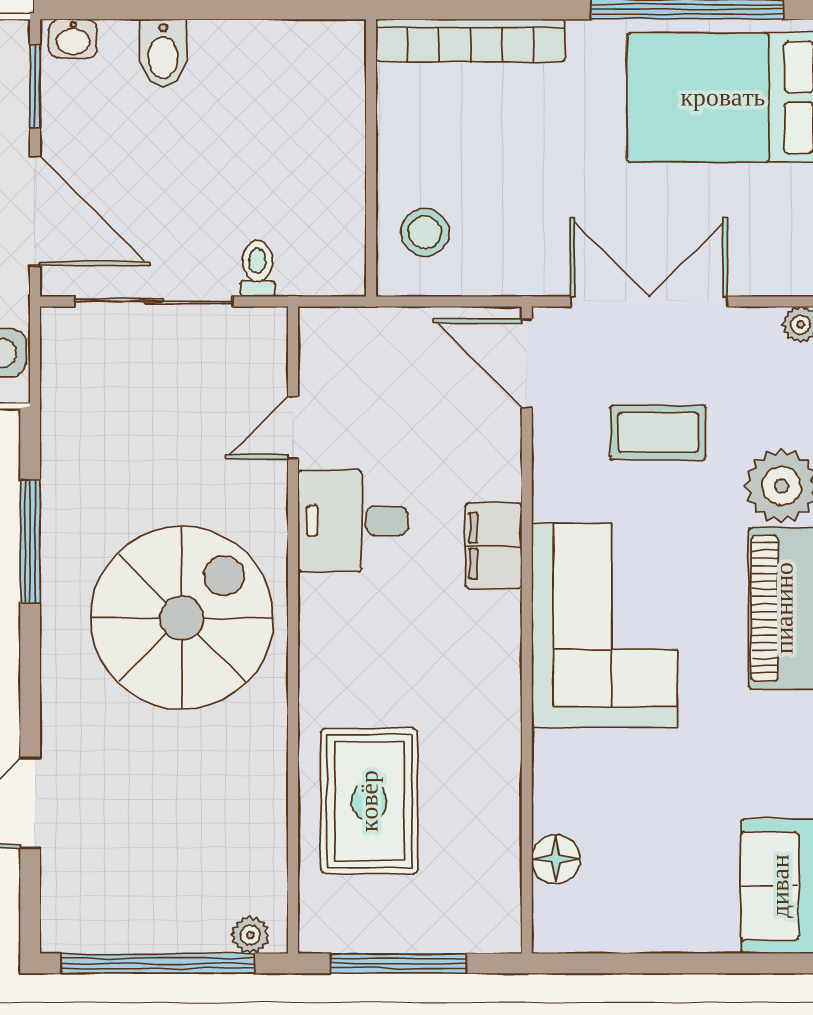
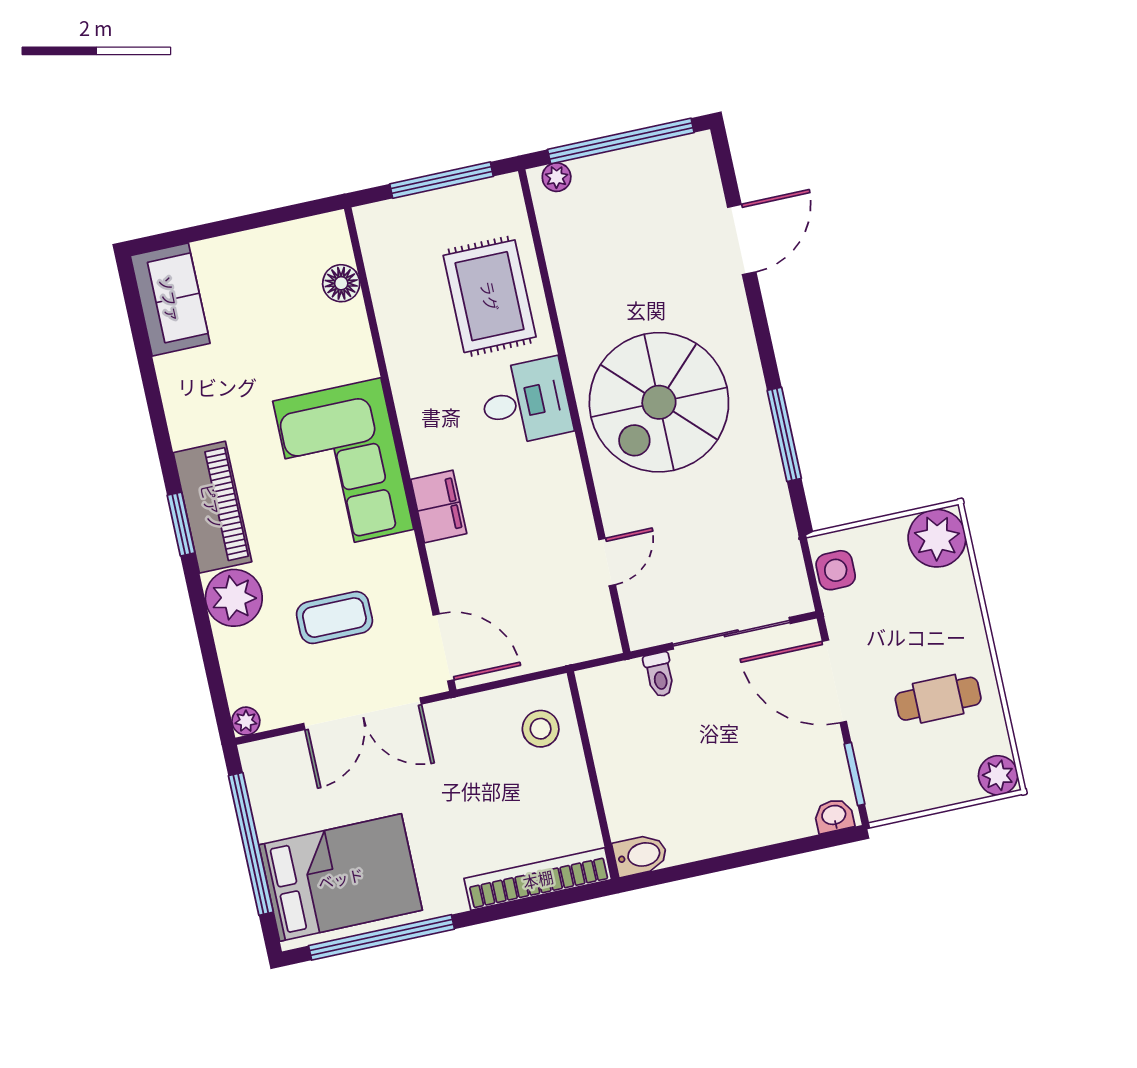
bidet: (163, 53) -> (640, 855), moved, turned 90
desk: (353, 521) -> (525, 402), moved

